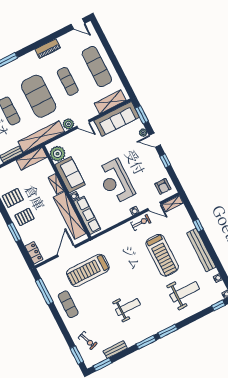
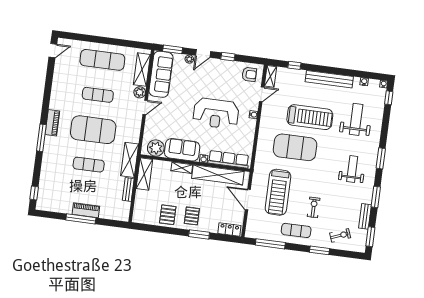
piano: (48, 49) -> (52, 123), moved
plant: (68, 124) -> (140, 92), moved
shelving: (41, 137) -> (130, 160), width x0.68
exercise bike: (141, 223) -> (314, 207), moved
window: (198, 225) -> (294, 65), moved
exercise mat: (131, 260) -> (295, 147), added
weight bench: (128, 307) -> (352, 169), moved
window: (146, 342) -> (376, 197), moved
window: (77, 355) -> (320, 250), moved

